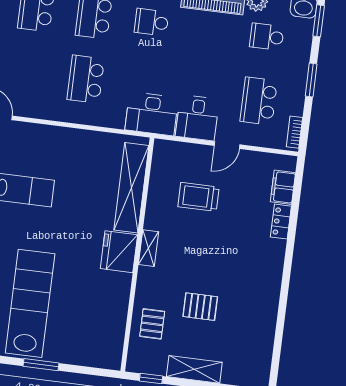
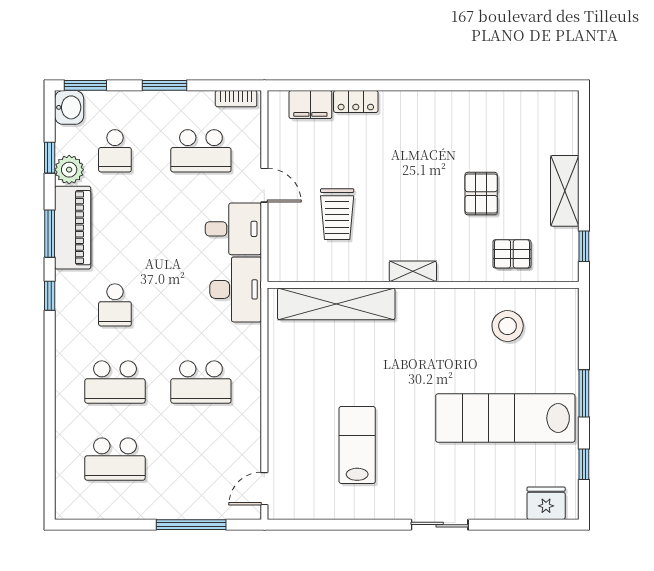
fridge: (119, 252) -> (422, 310), removed
stool: (99, 314) -> (508, 326), added

